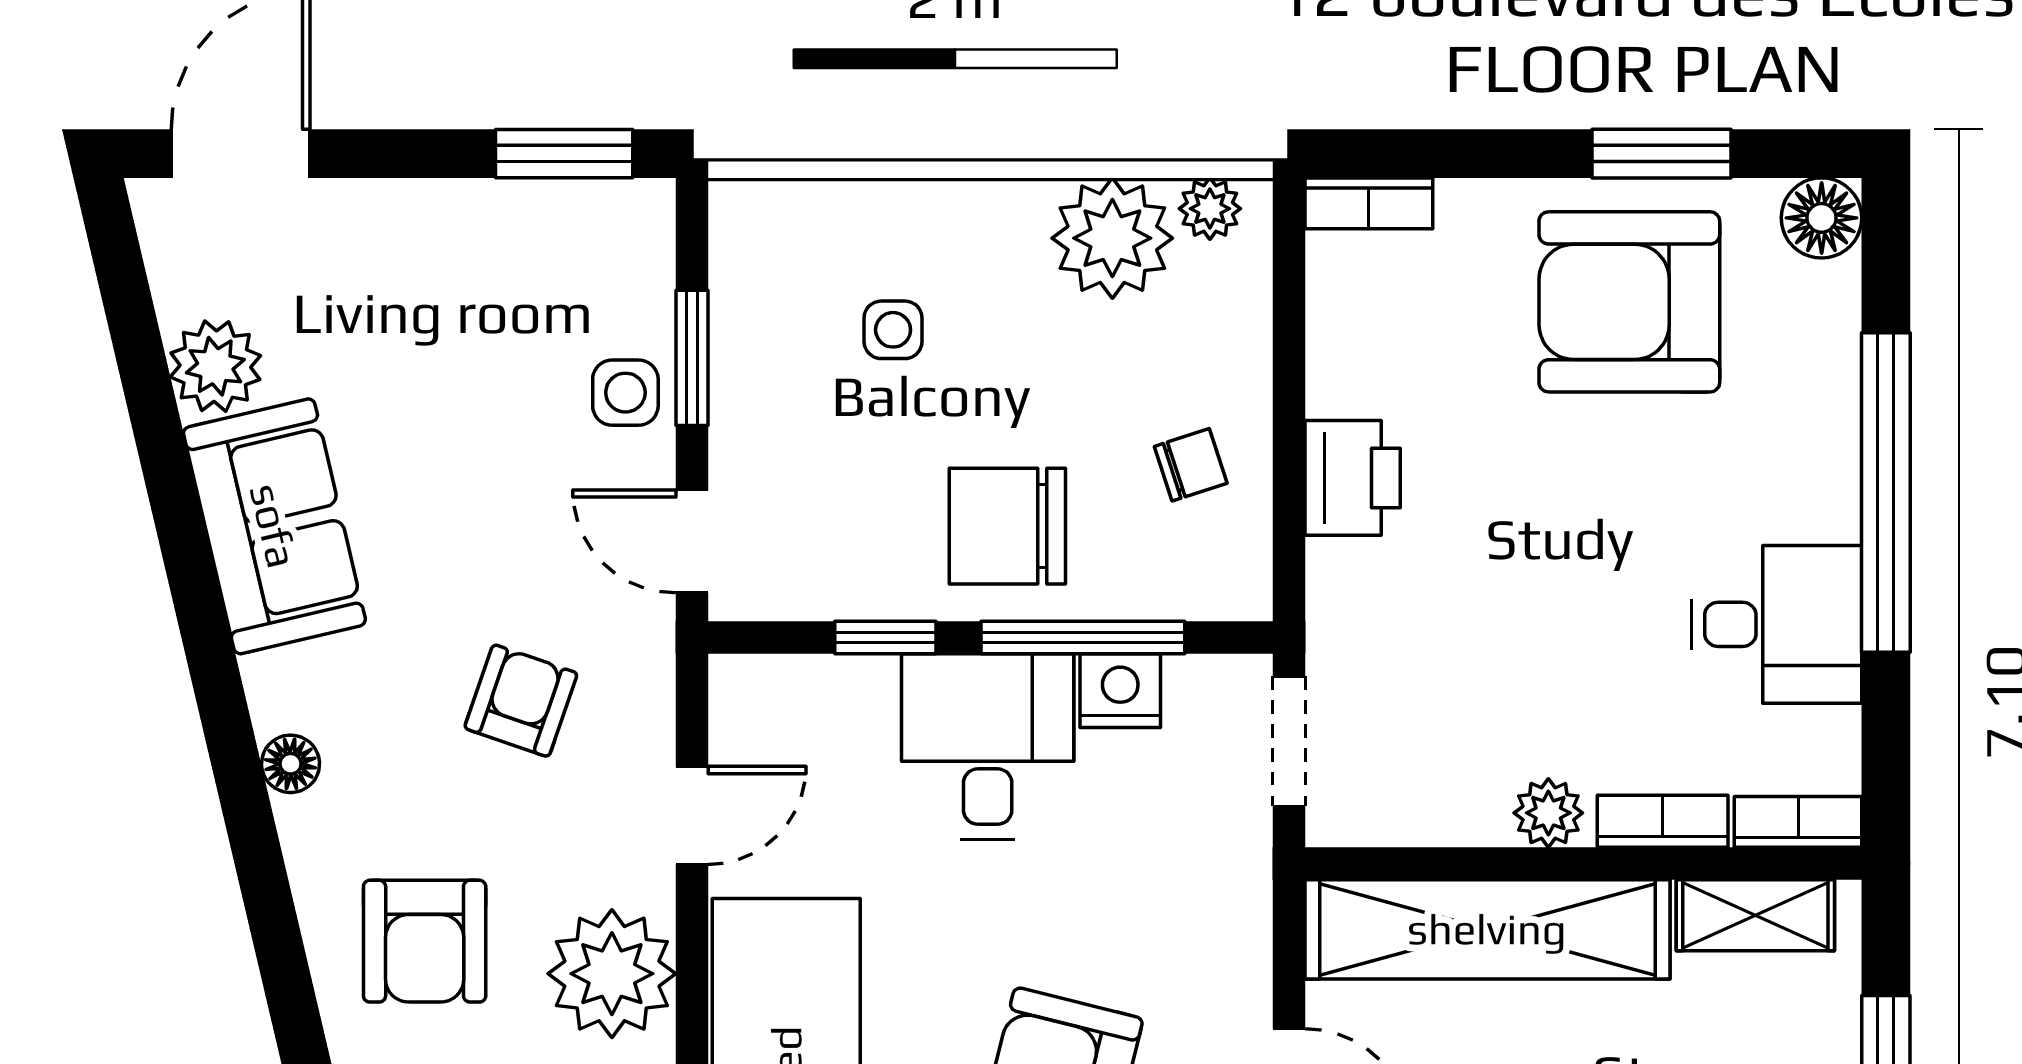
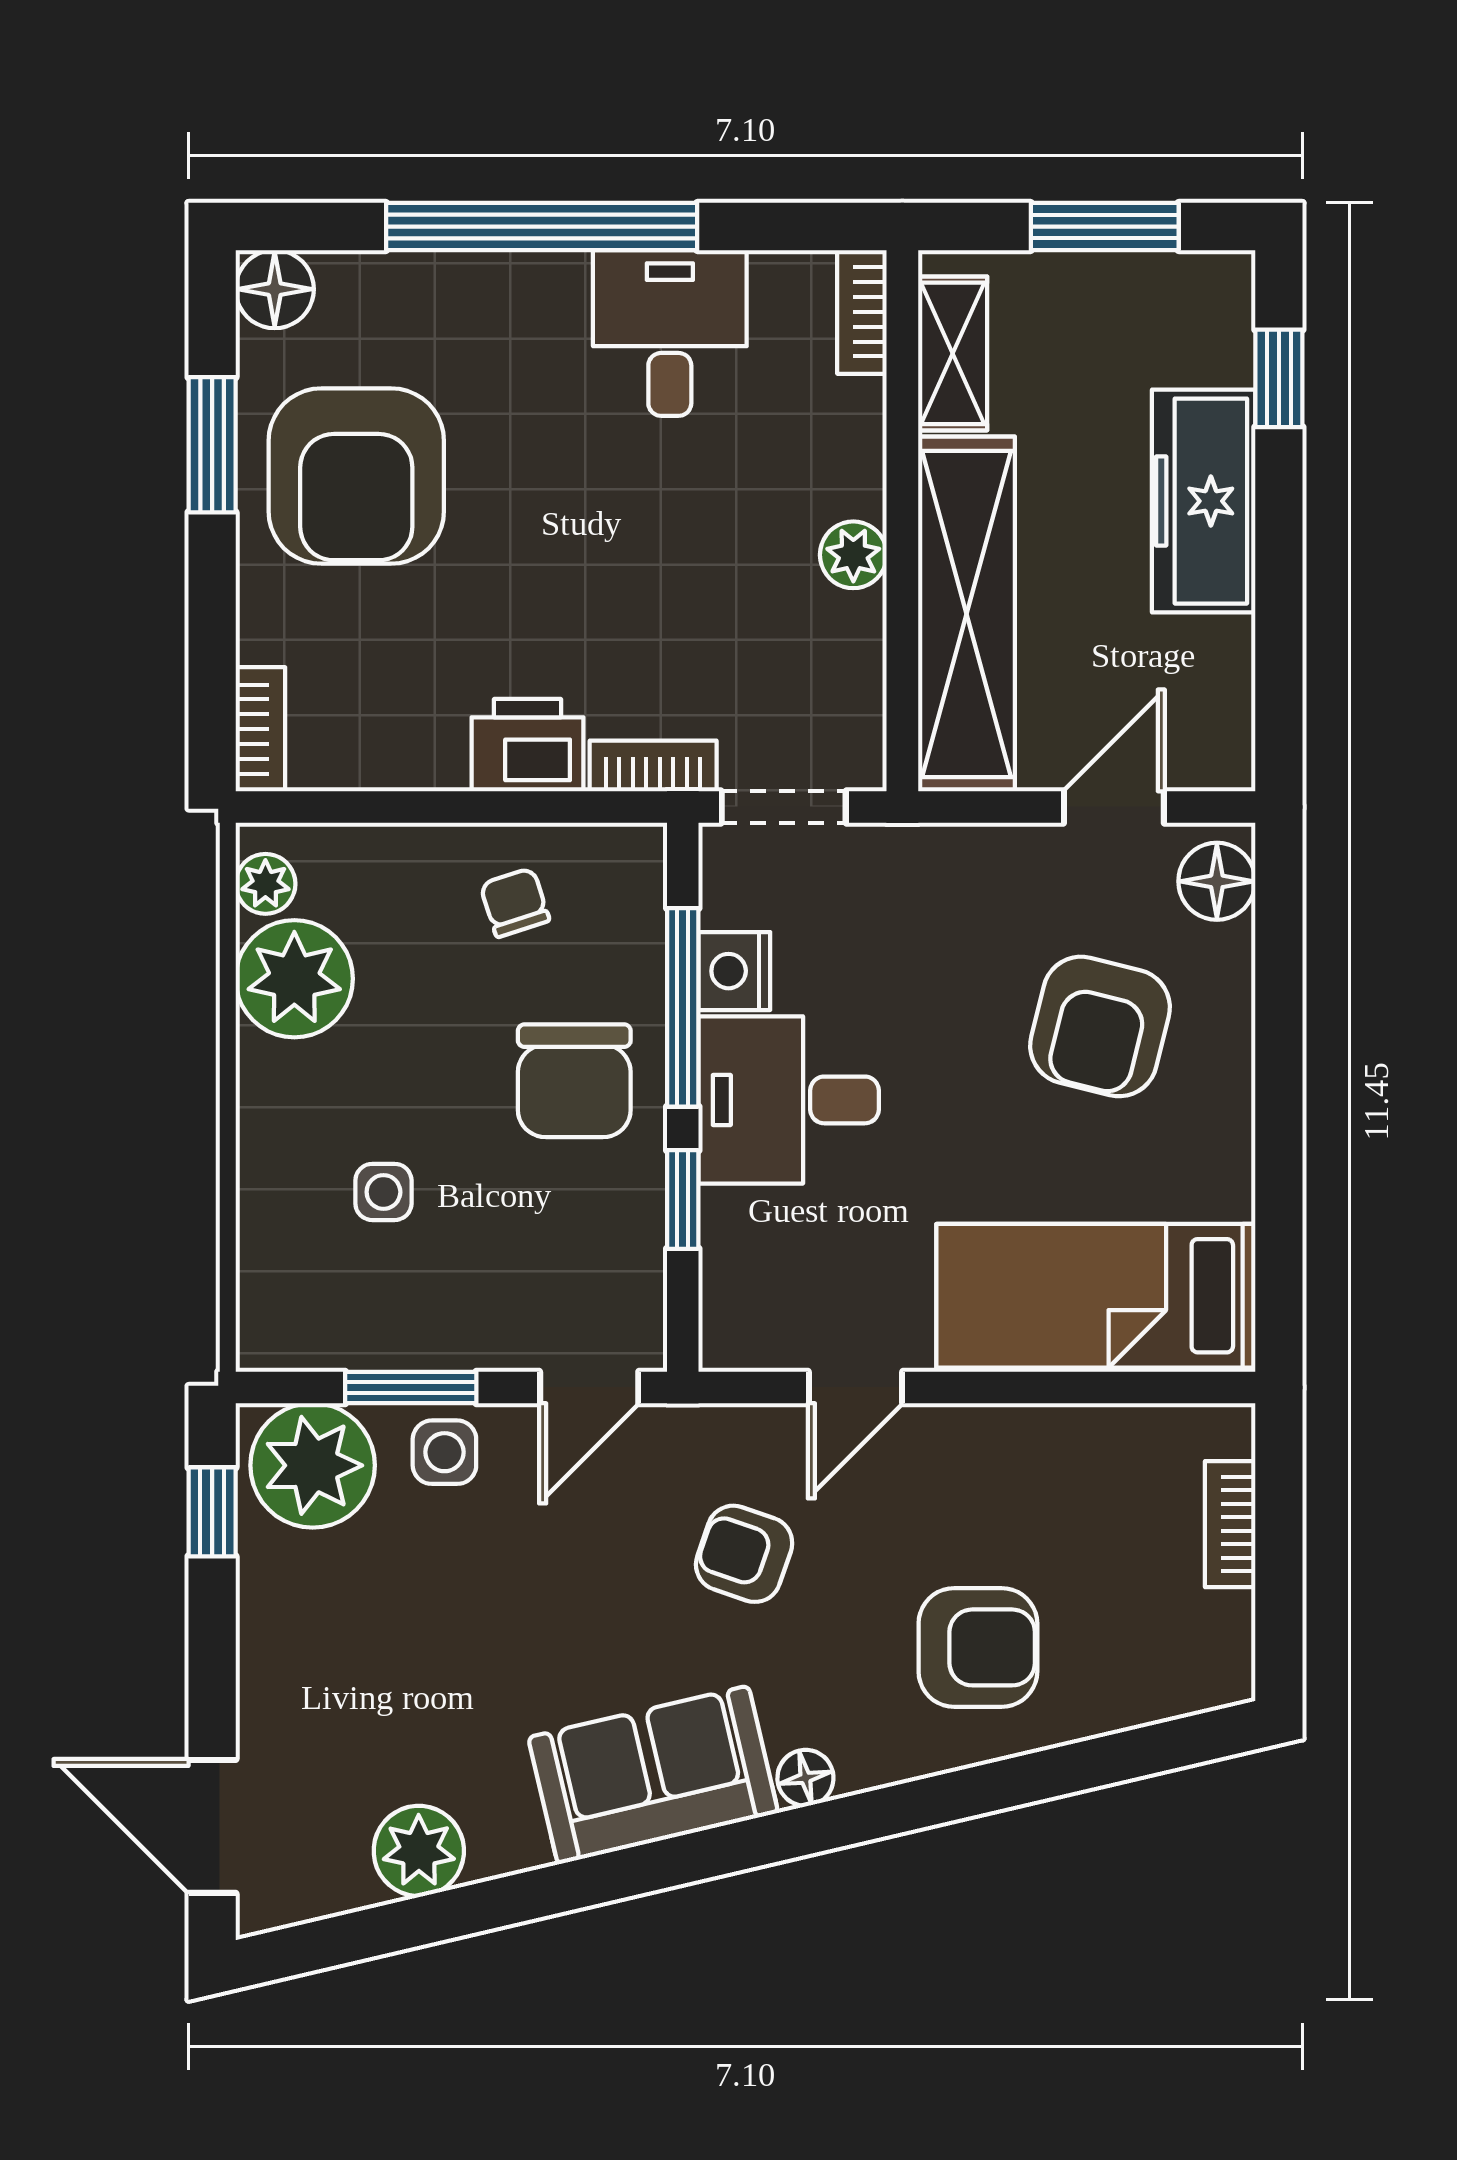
window: (564, 154) -> (212, 1512), width x0.67
sofa: (274, 526) -> (653, 1775), moved
door: (692, 815) -> (856, 1387), swing flipped
bookcase: (1663, 821) -> (653, 766), moved, turned 90
plant: (612, 974) -> (313, 1465), moved

